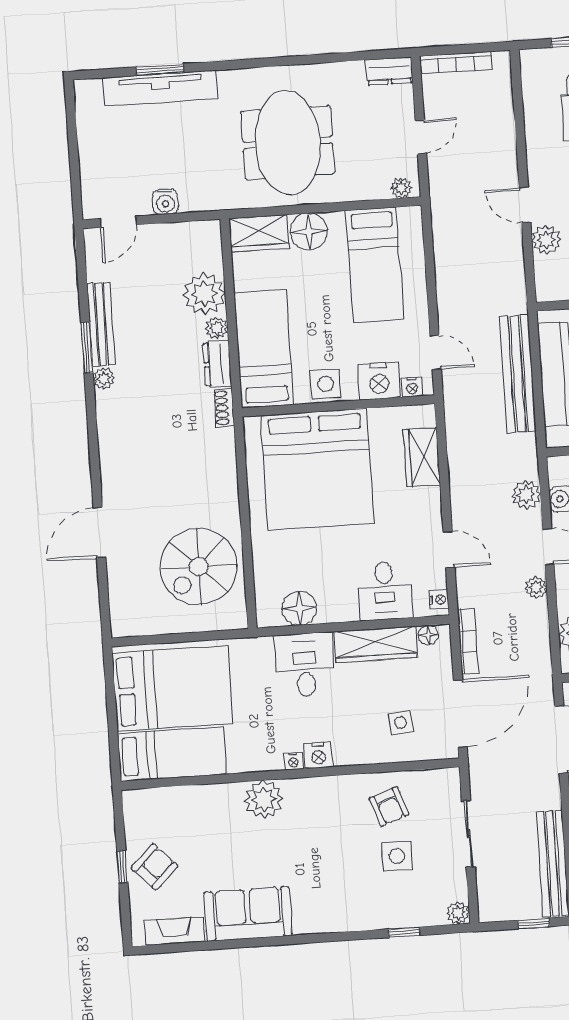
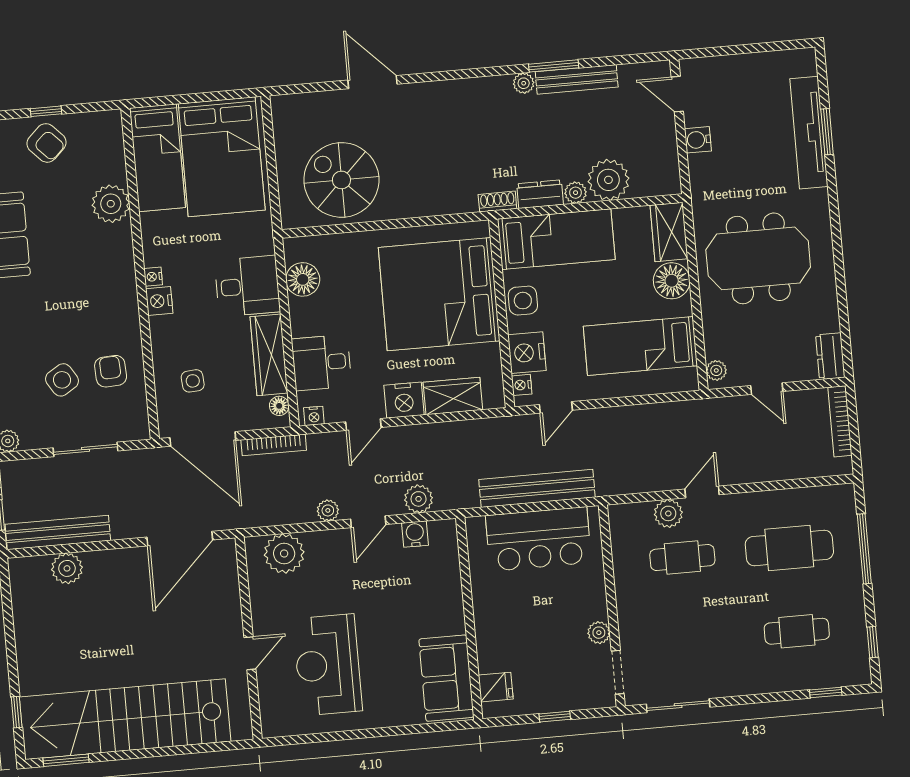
nightstand: (425, 507) -> (404, 400), added
plant: (264, 800) -> (111, 204), moved
armchair: (389, 806) -> (111, 371), turned 107
side table: (397, 856) -> (62, 380), turned -33

